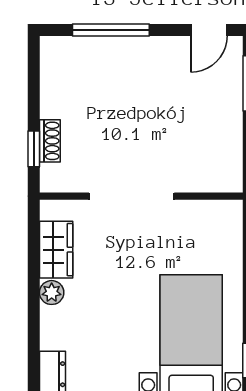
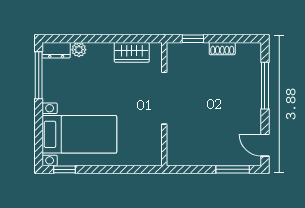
shoe rack: (50, 141) -> (222, 49), moved
plant: (52, 293) -> (79, 50), moved

